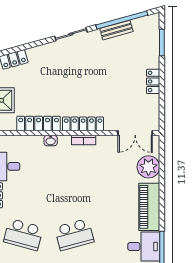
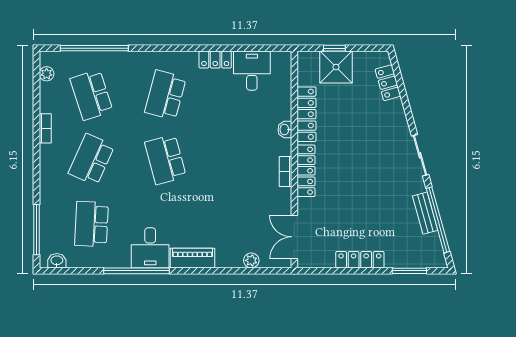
locker: (153, 81) -> (360, 260), width x1.53
plant: (148, 167) -> (251, 260), width x0.53, depth x0.53
piano: (149, 207) -> (192, 258), width x0.73, depth x0.75

